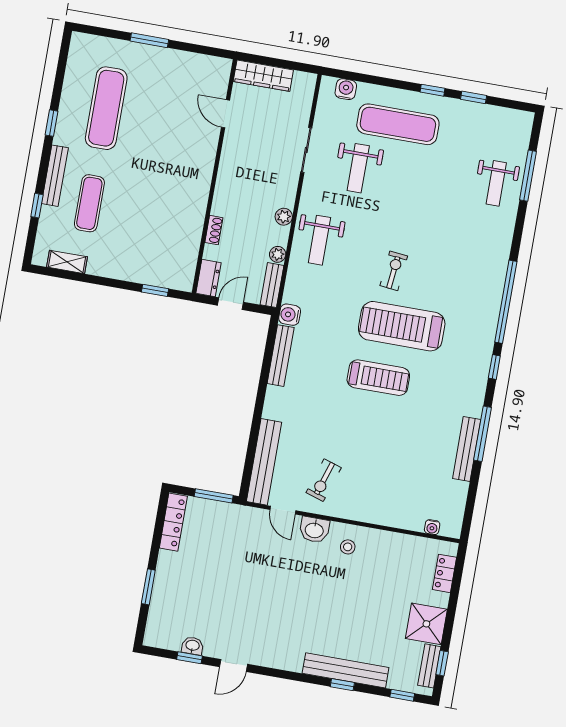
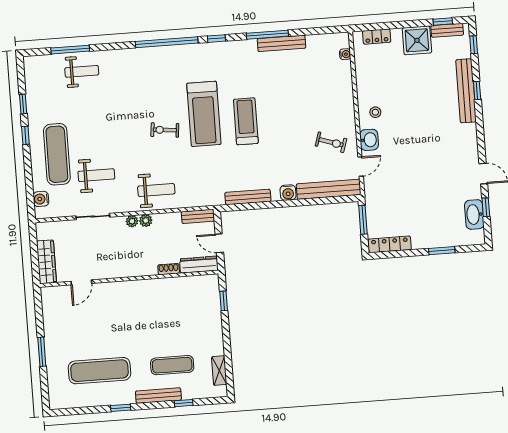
plant: (278, 254) -> (132, 221), moved
dresser: (209, 278) -> (199, 265), width x1.44
water cooler: (290, 315) -> (288, 193), moved
washbasin: (193, 646) -> (474, 214), width x1.91, depth x1.45

